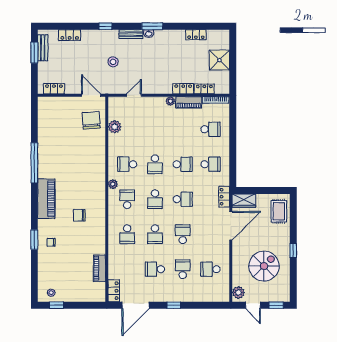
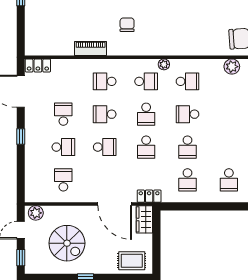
school desk: (127, 164) -> (187, 81), turned 90
school desk: (155, 199) -> (146, 114), turned -90
piano: (99, 268) -> (91, 49), moved

